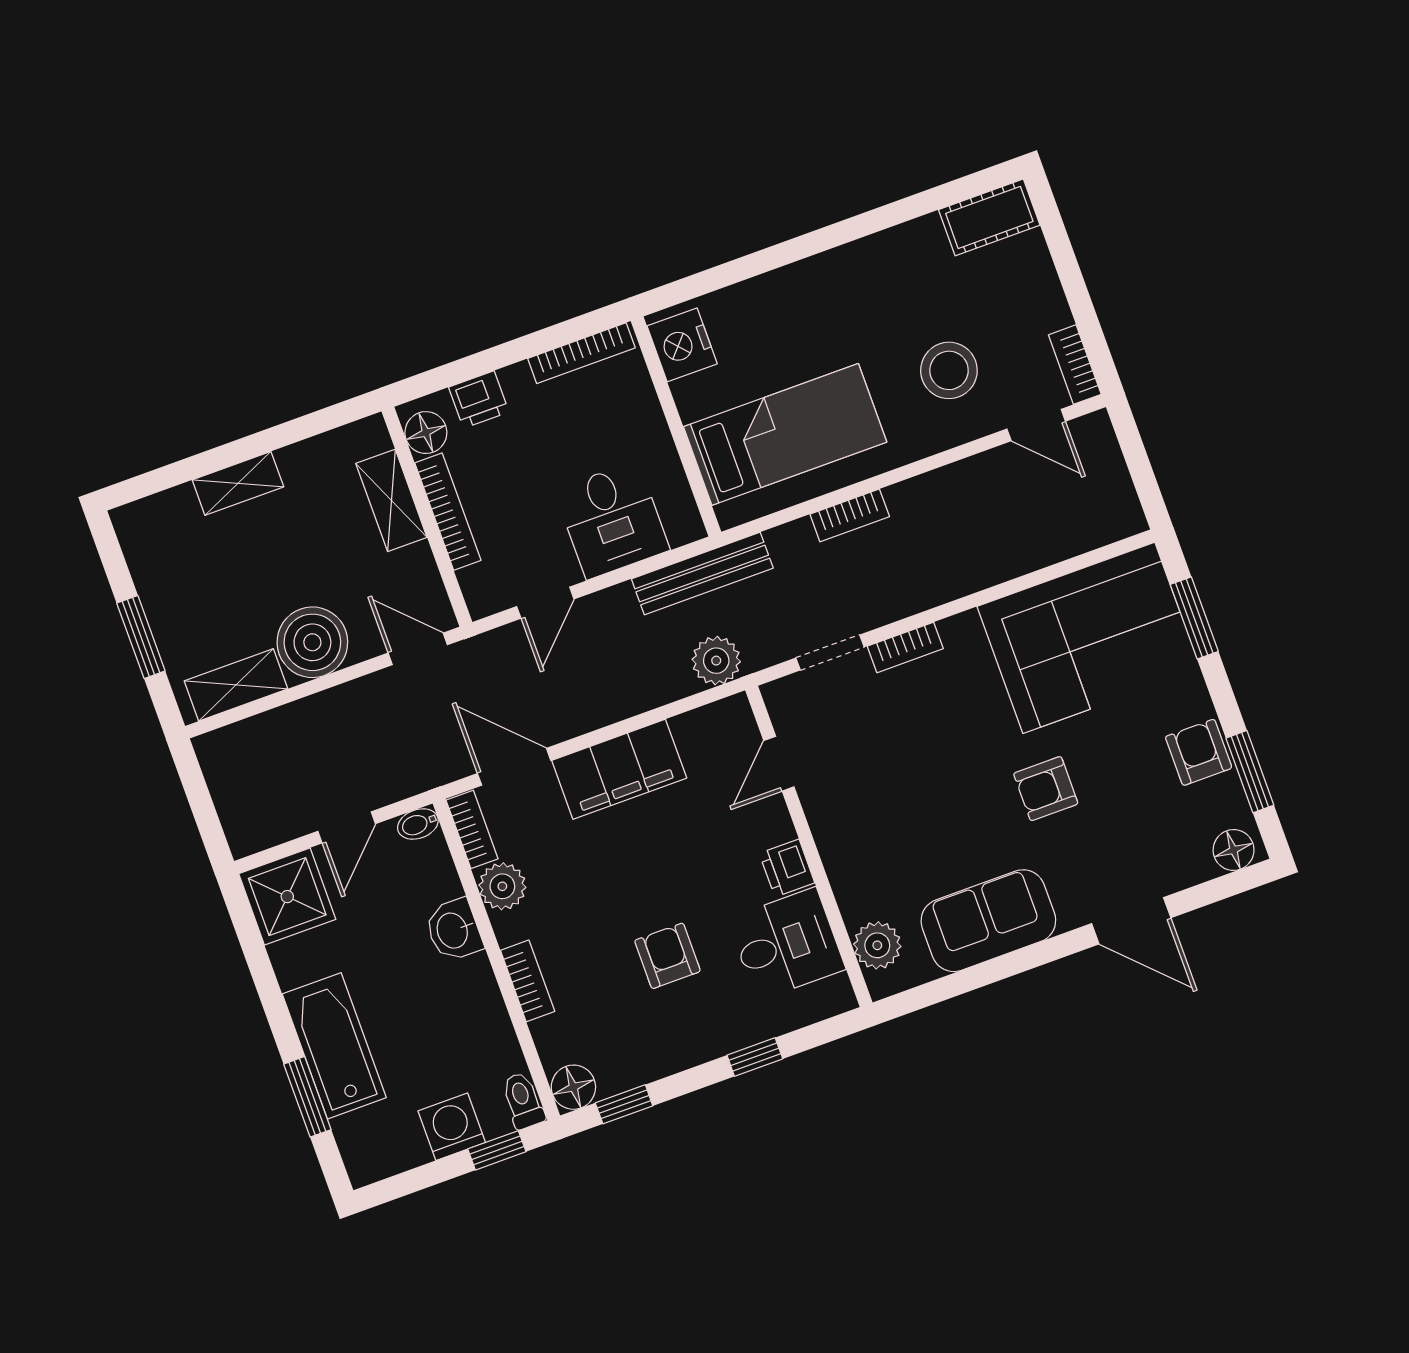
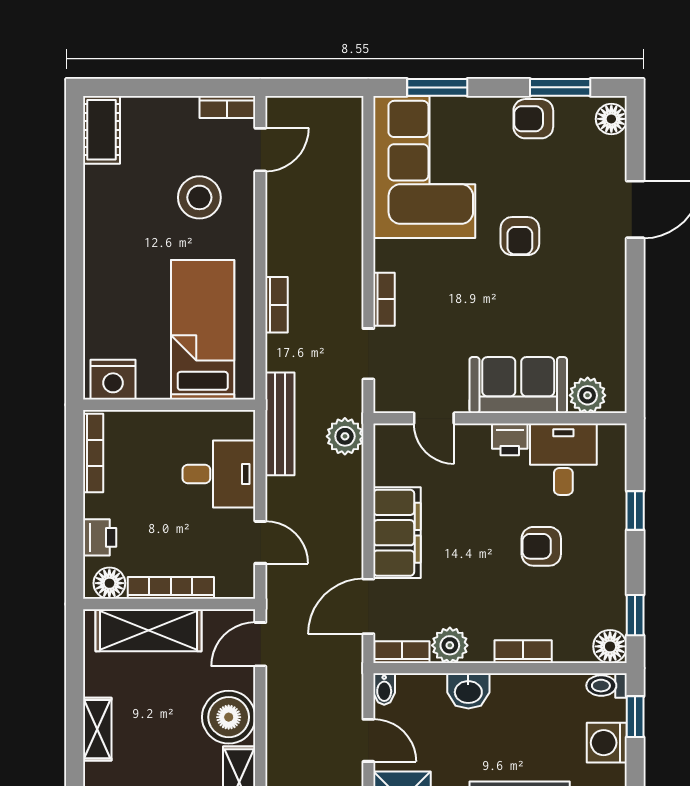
shelving: (391, 500) -> (149, 630), width x1.50, depth x1.33
sofa: (988, 921) -> (518, 385), moved, turned 90

